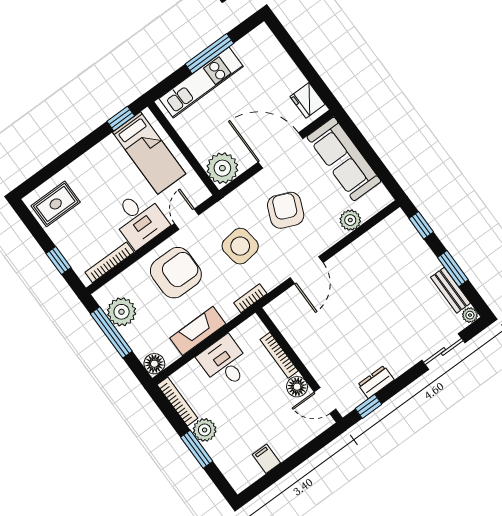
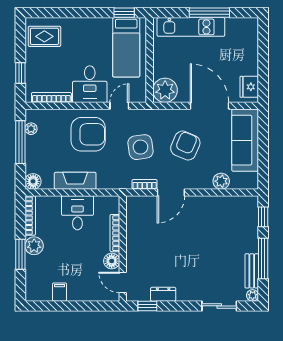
window: (453, 269) -> (263, 258), width x1.44
bookcase: (250, 298) -> (145, 184), moved
plant: (122, 312) -> (31, 129), width x0.53, depth x0.53

